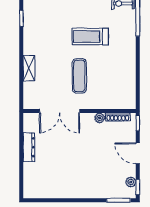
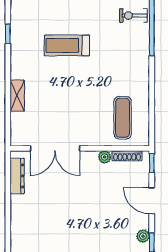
treadmill: (90, 36) -> (67, 45), moved
exercise mat: (79, 76) -> (123, 118), moved
dresser: (29, 147) -> (17, 176), moved

